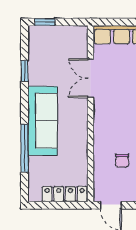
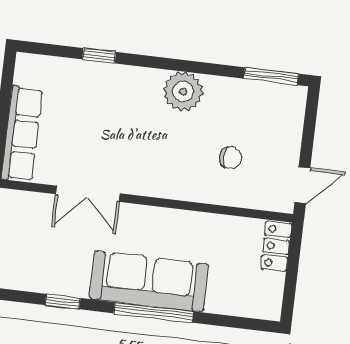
window: (25, 148) -> (154, 312), moved
locker: (65, 194) -> (276, 246), width x0.66

